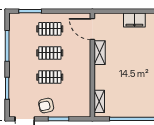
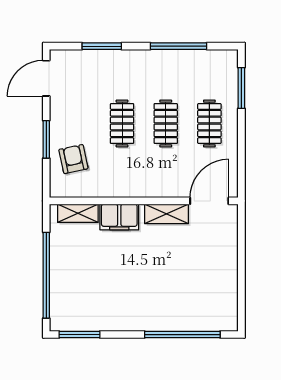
filing cabinet: (134, 20) -> (119, 217), moved, turned -90
armchair: (46, 106) -> (73, 159), moved

